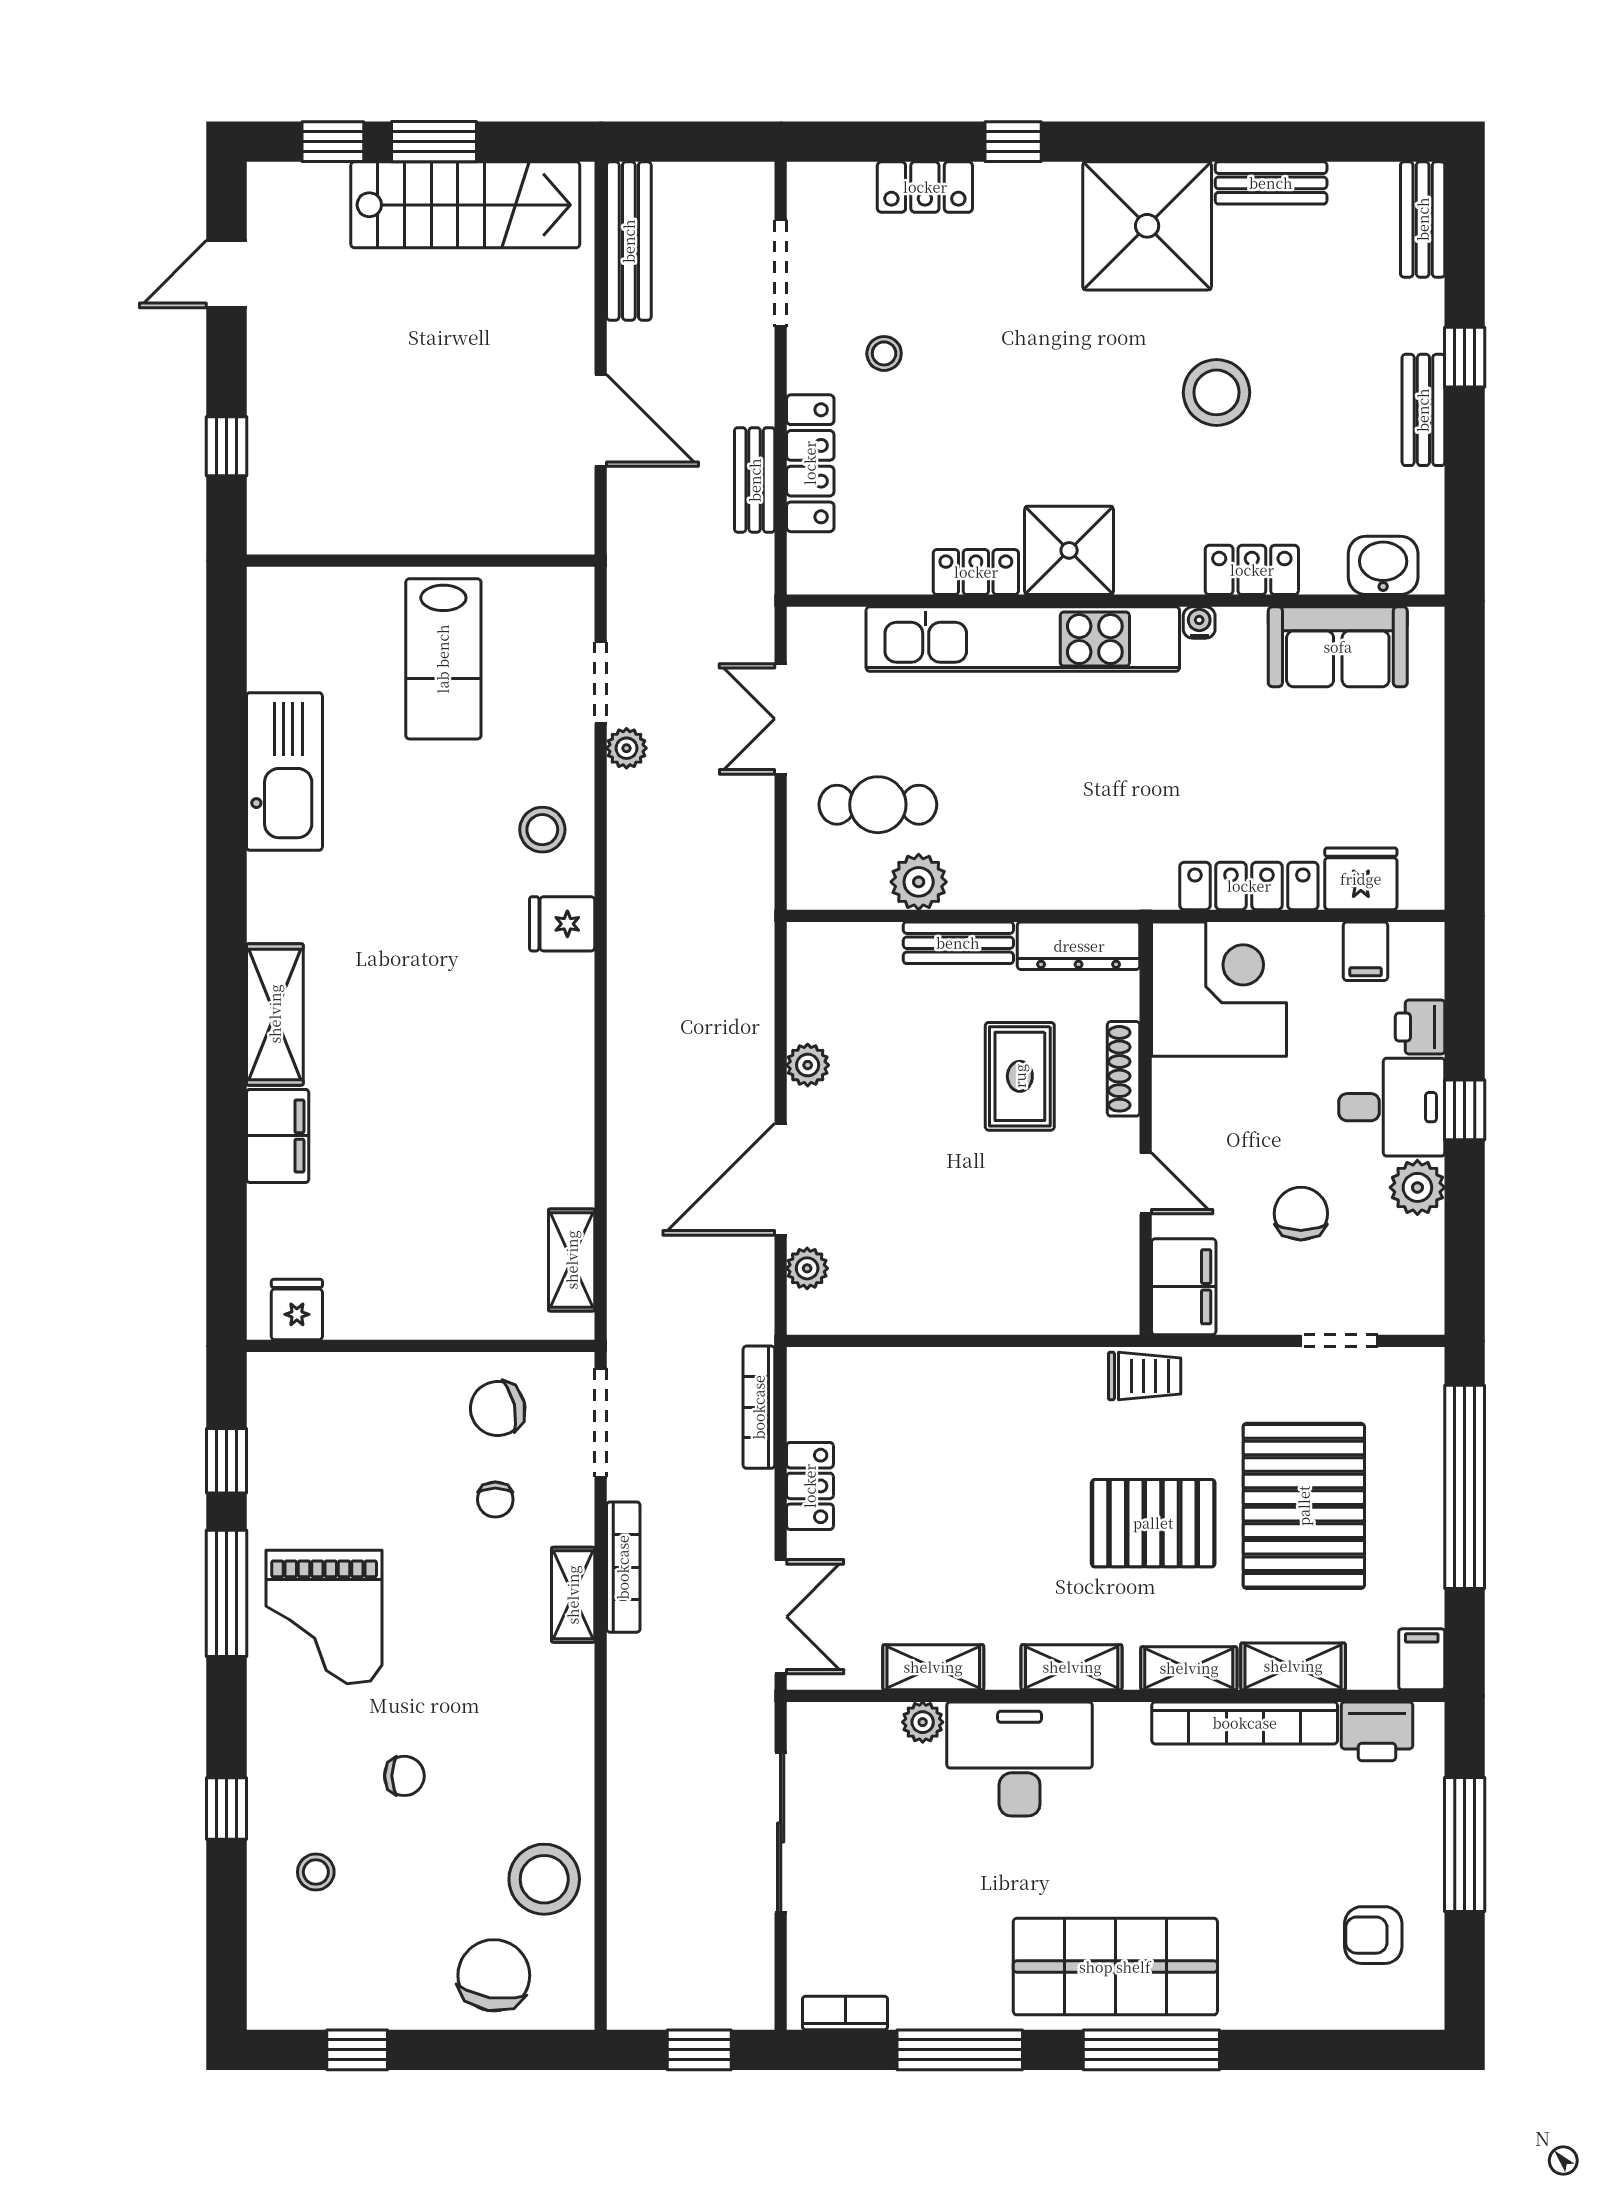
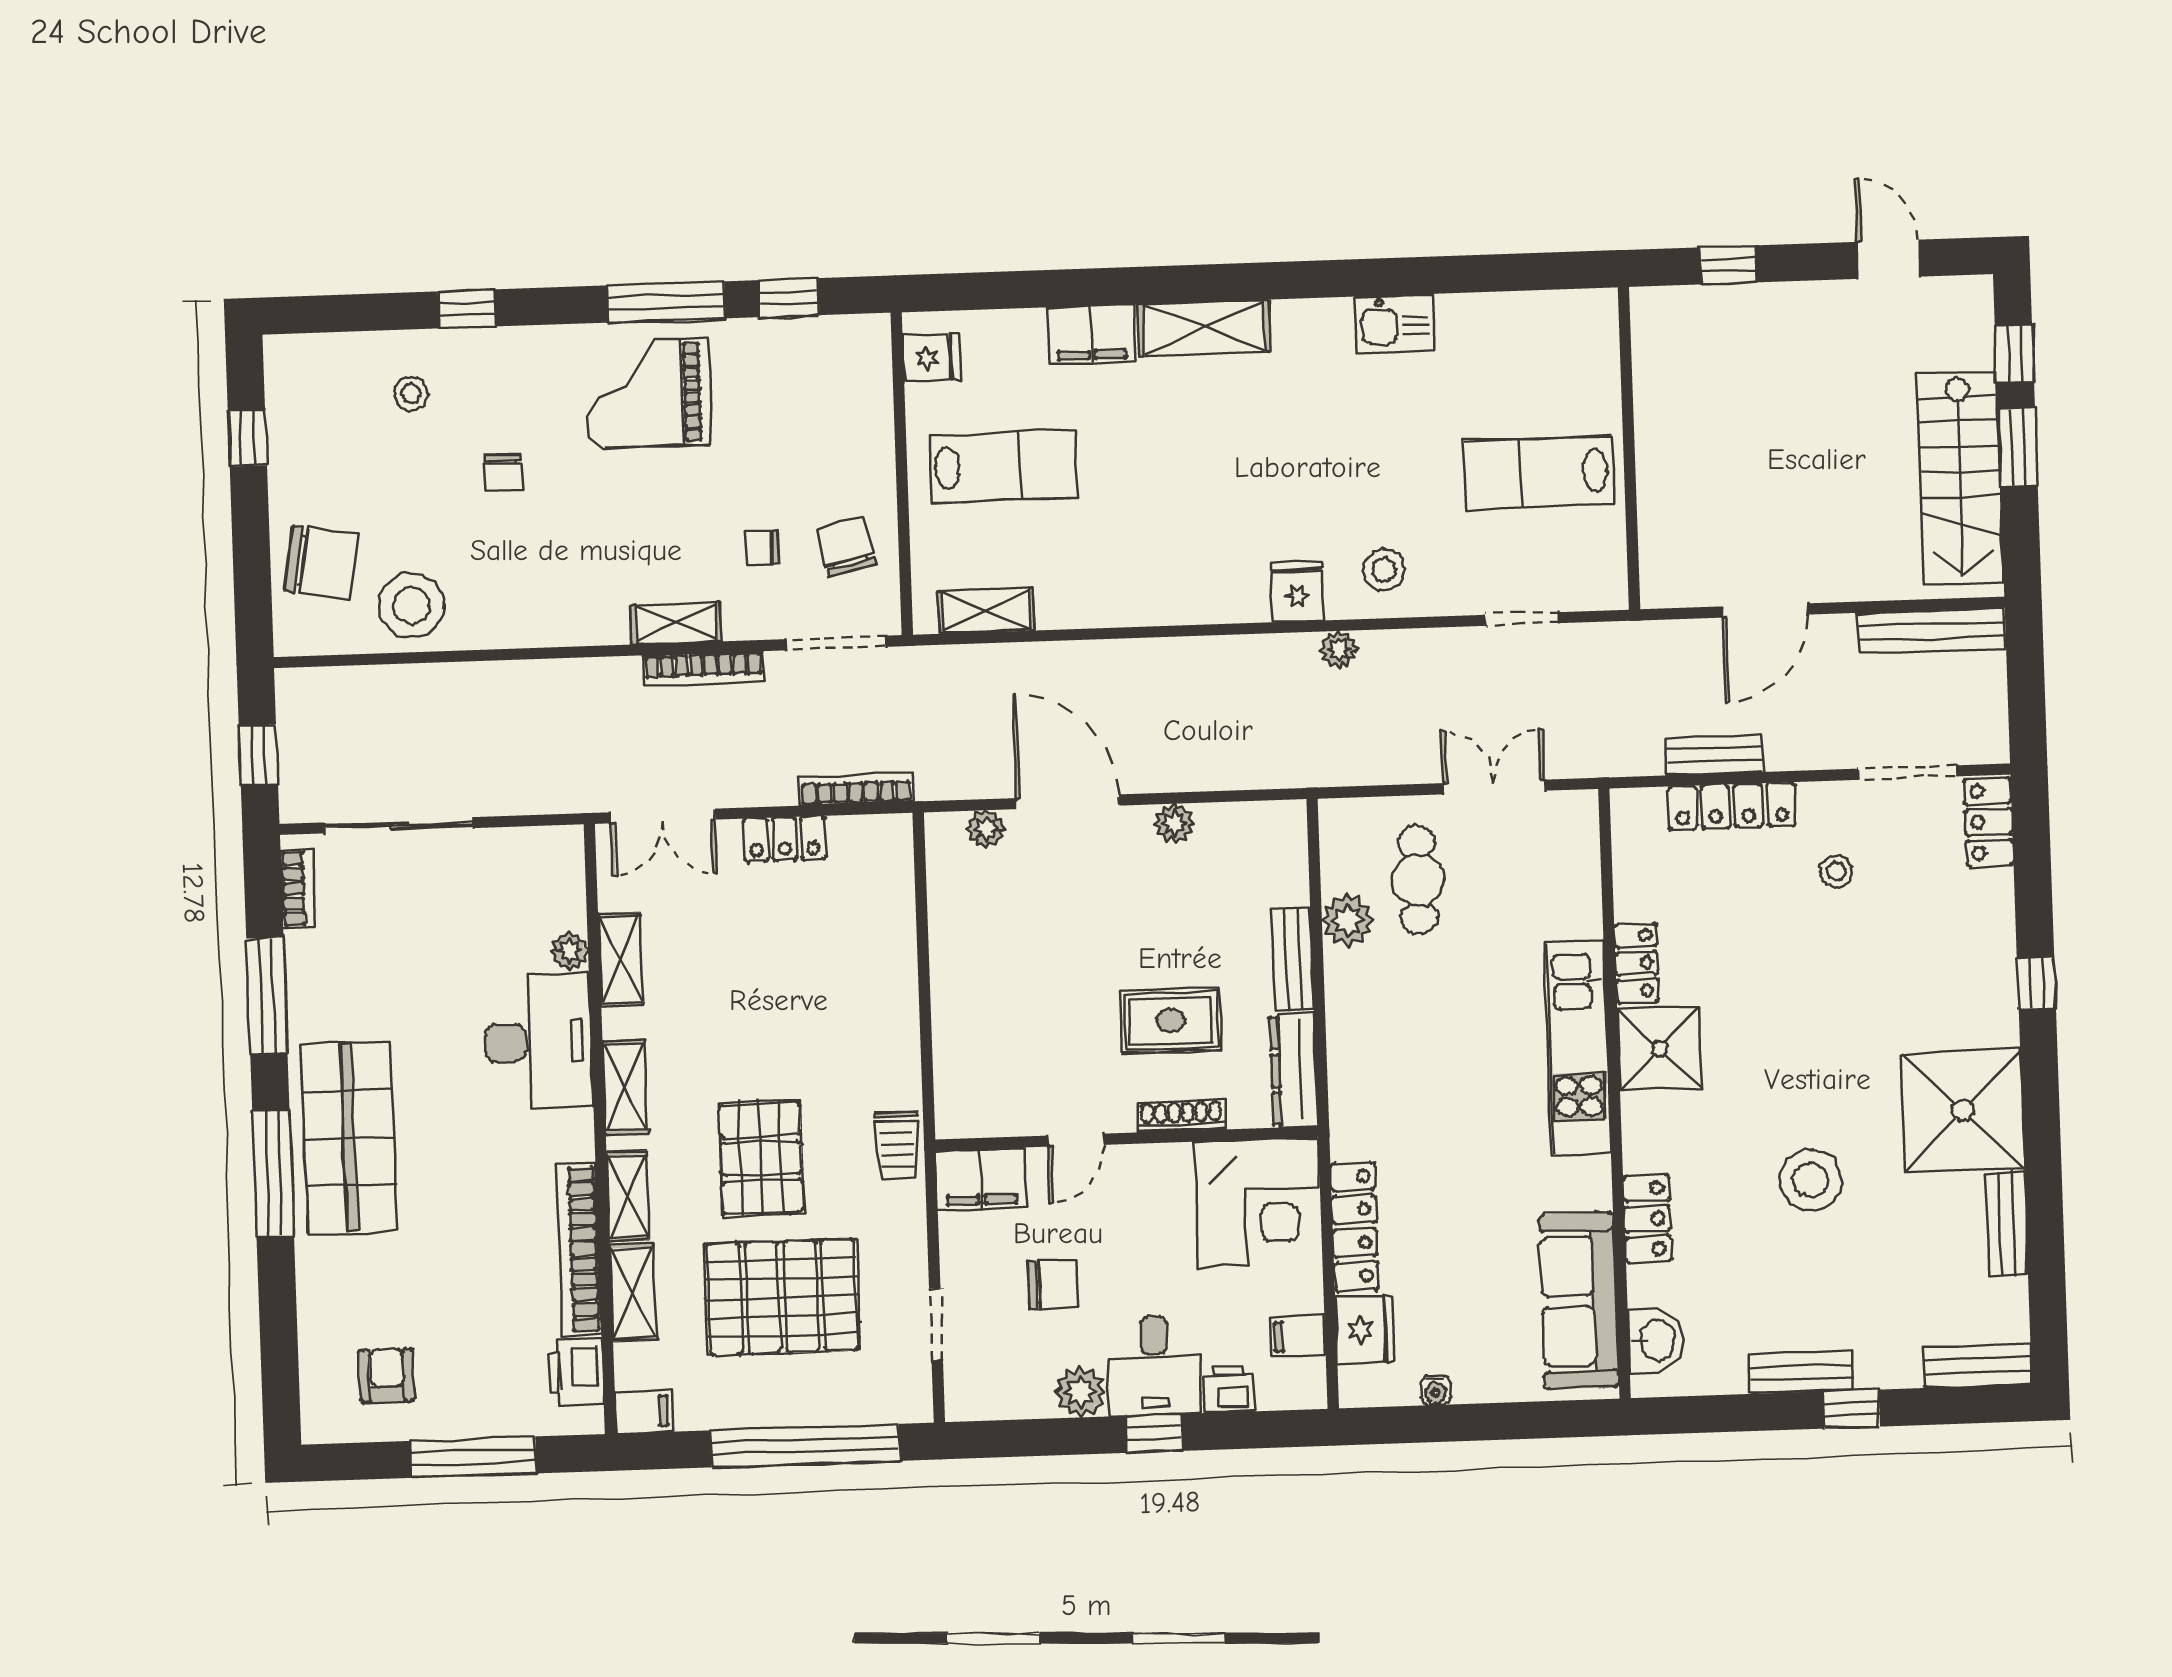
locker: (925, 187) -> (1989, 822), moved
water cooler: (1199, 623) -> (1436, 1390), moved, turned 90
kitchen unit: (1023, 639) -> (1577, 1047), width x0.73
sofa: (1338, 647) -> (1579, 1301), width x1.36
plant: (626, 748) -> (1339, 649), moved
kitchen sink: (284, 771) -> (1395, 323), width x0.53, depth x0.81
lab bench: (416, 1236) -> (1003, 466), added
sliding door: (781, 1833) -> (399, 825), moved

